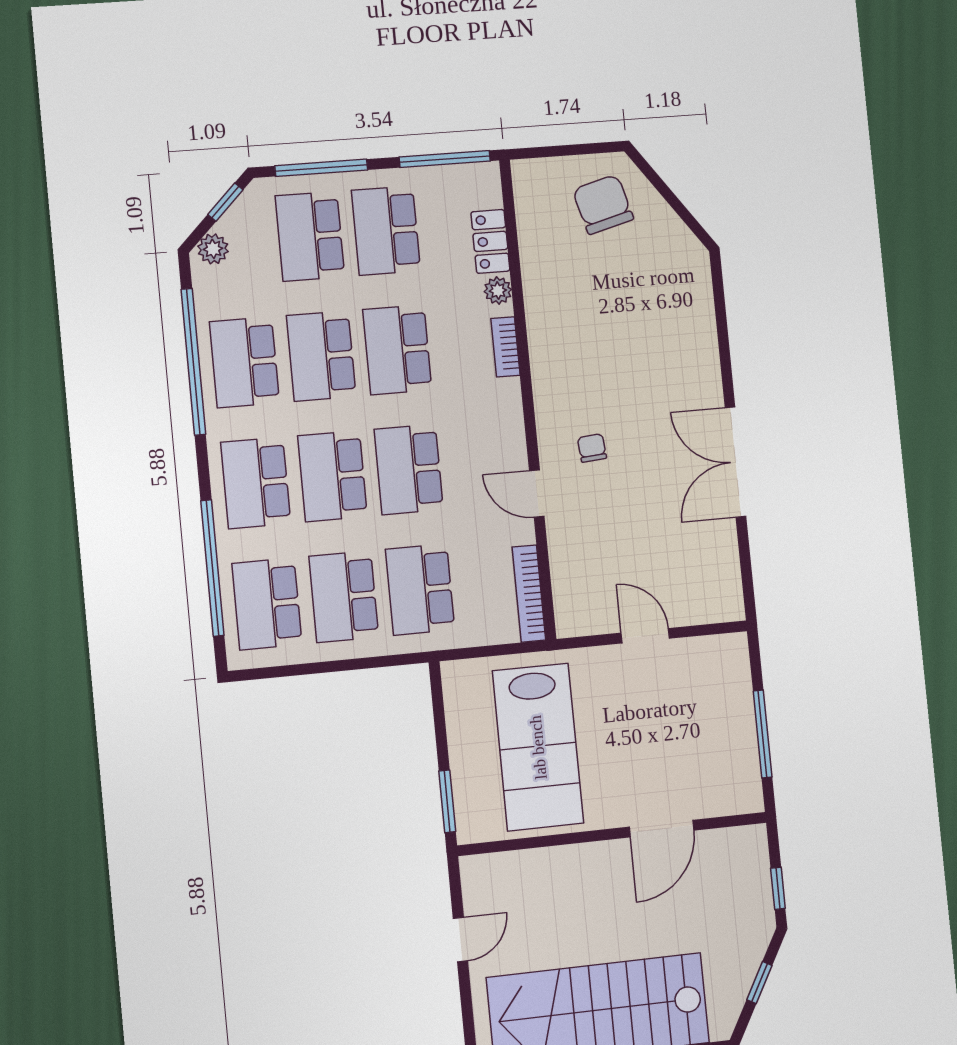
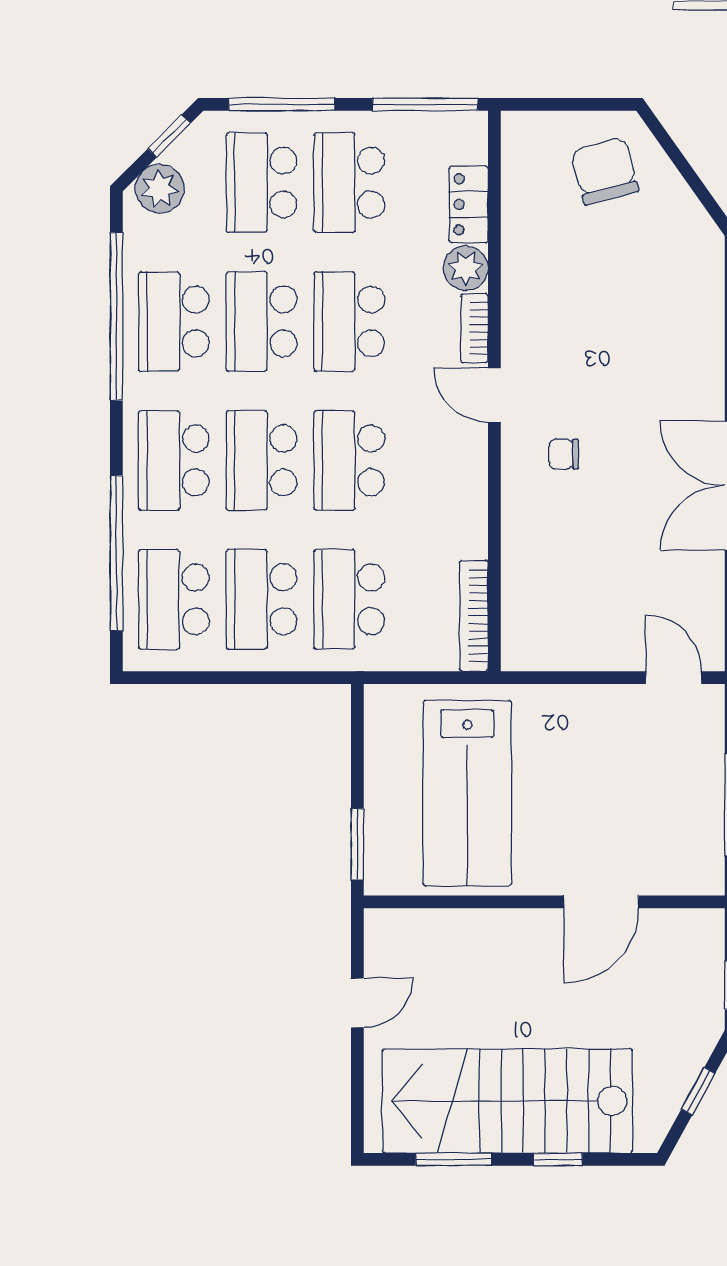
plant: (213, 249) -> (160, 189), width x1.38, depth x1.38
plant: (498, 291) -> (466, 268), width x1.38, depth x1.38
chair: (592, 448) -> (564, 454), turned -85
door: (537, 494) -> (494, 395), moved
door: (645, 636) -> (674, 678), moved

